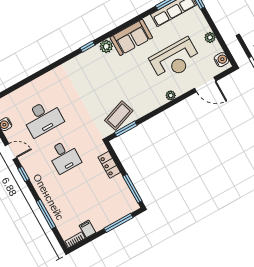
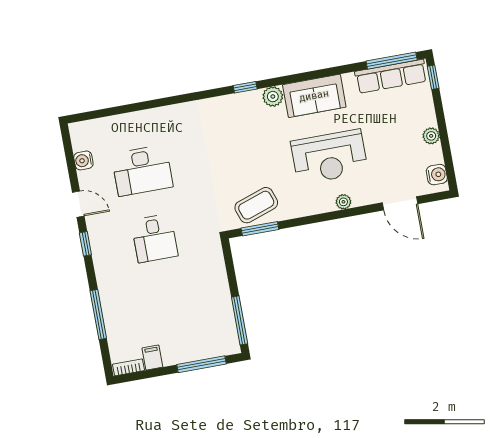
reception desk: (175, 59) -> (329, 157), moved
locker: (109, 165) -> (217, 273), removed

